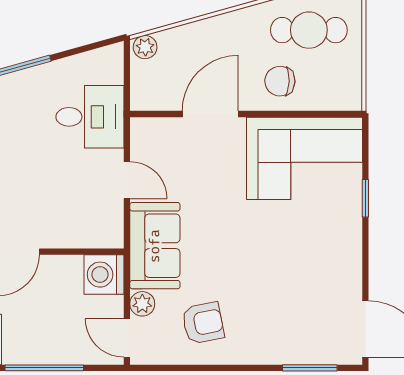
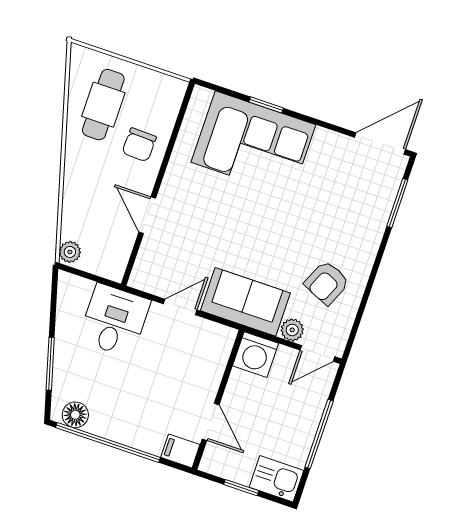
door: (210, 114) -> (147, 215), width x0.73
corner sofa: (305, 158) -> (253, 144), moved, turned 90
armchair: (203, 323) -> (327, 283), turned -145

